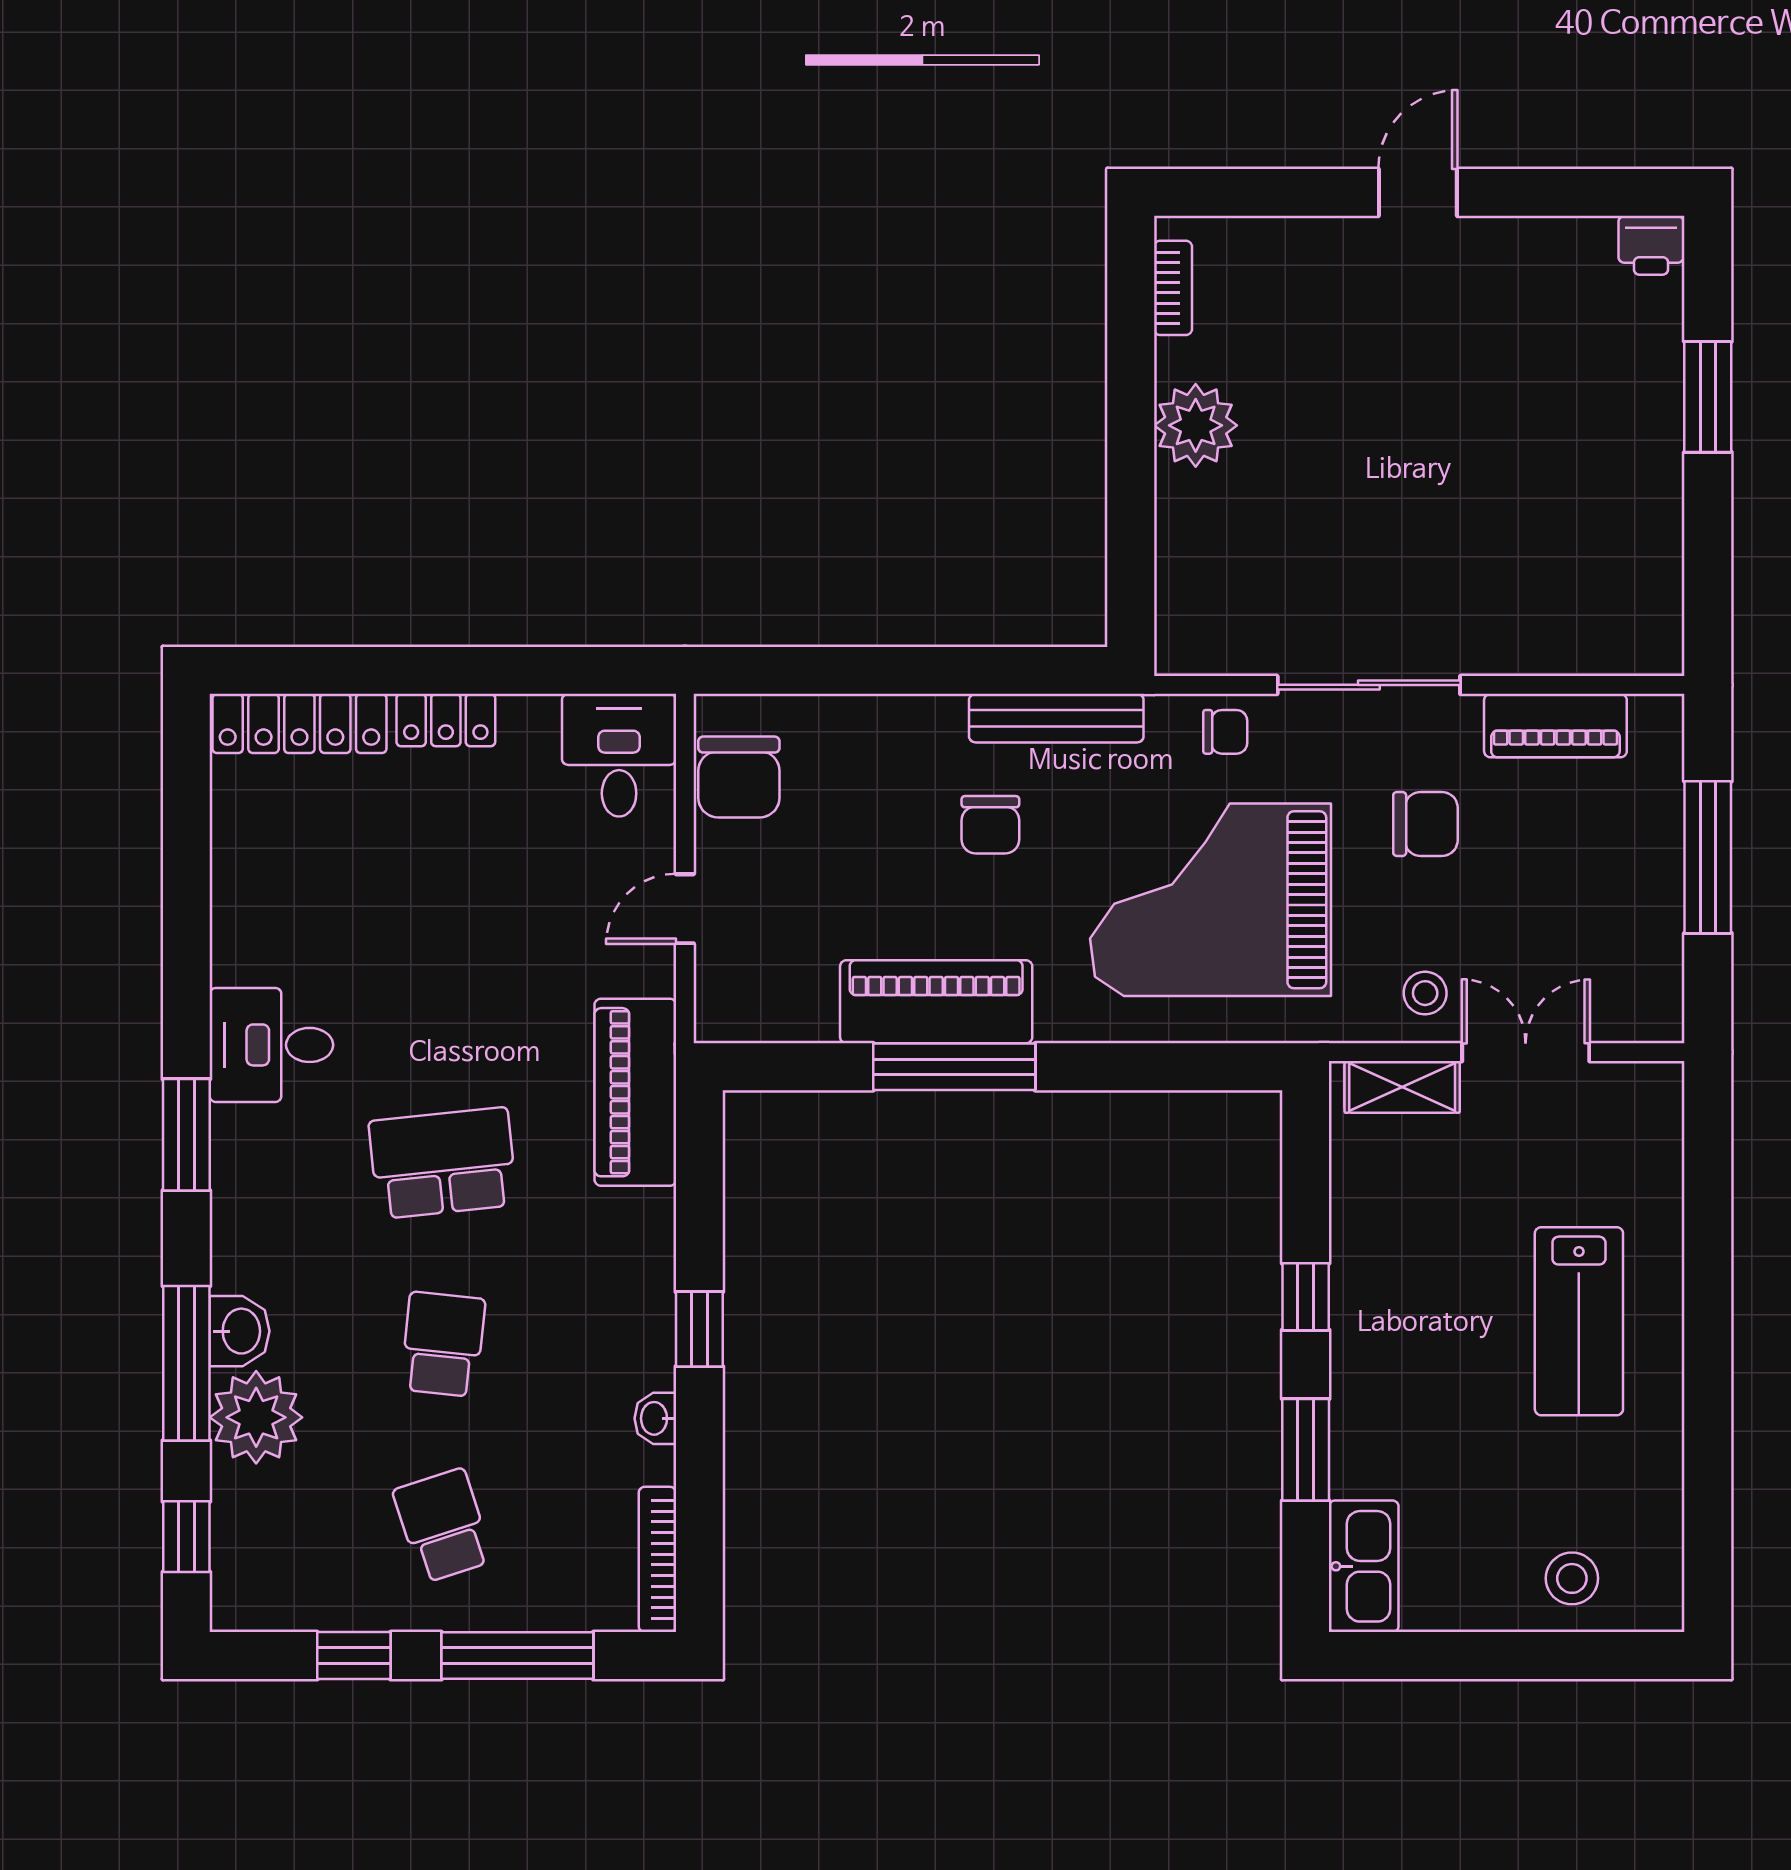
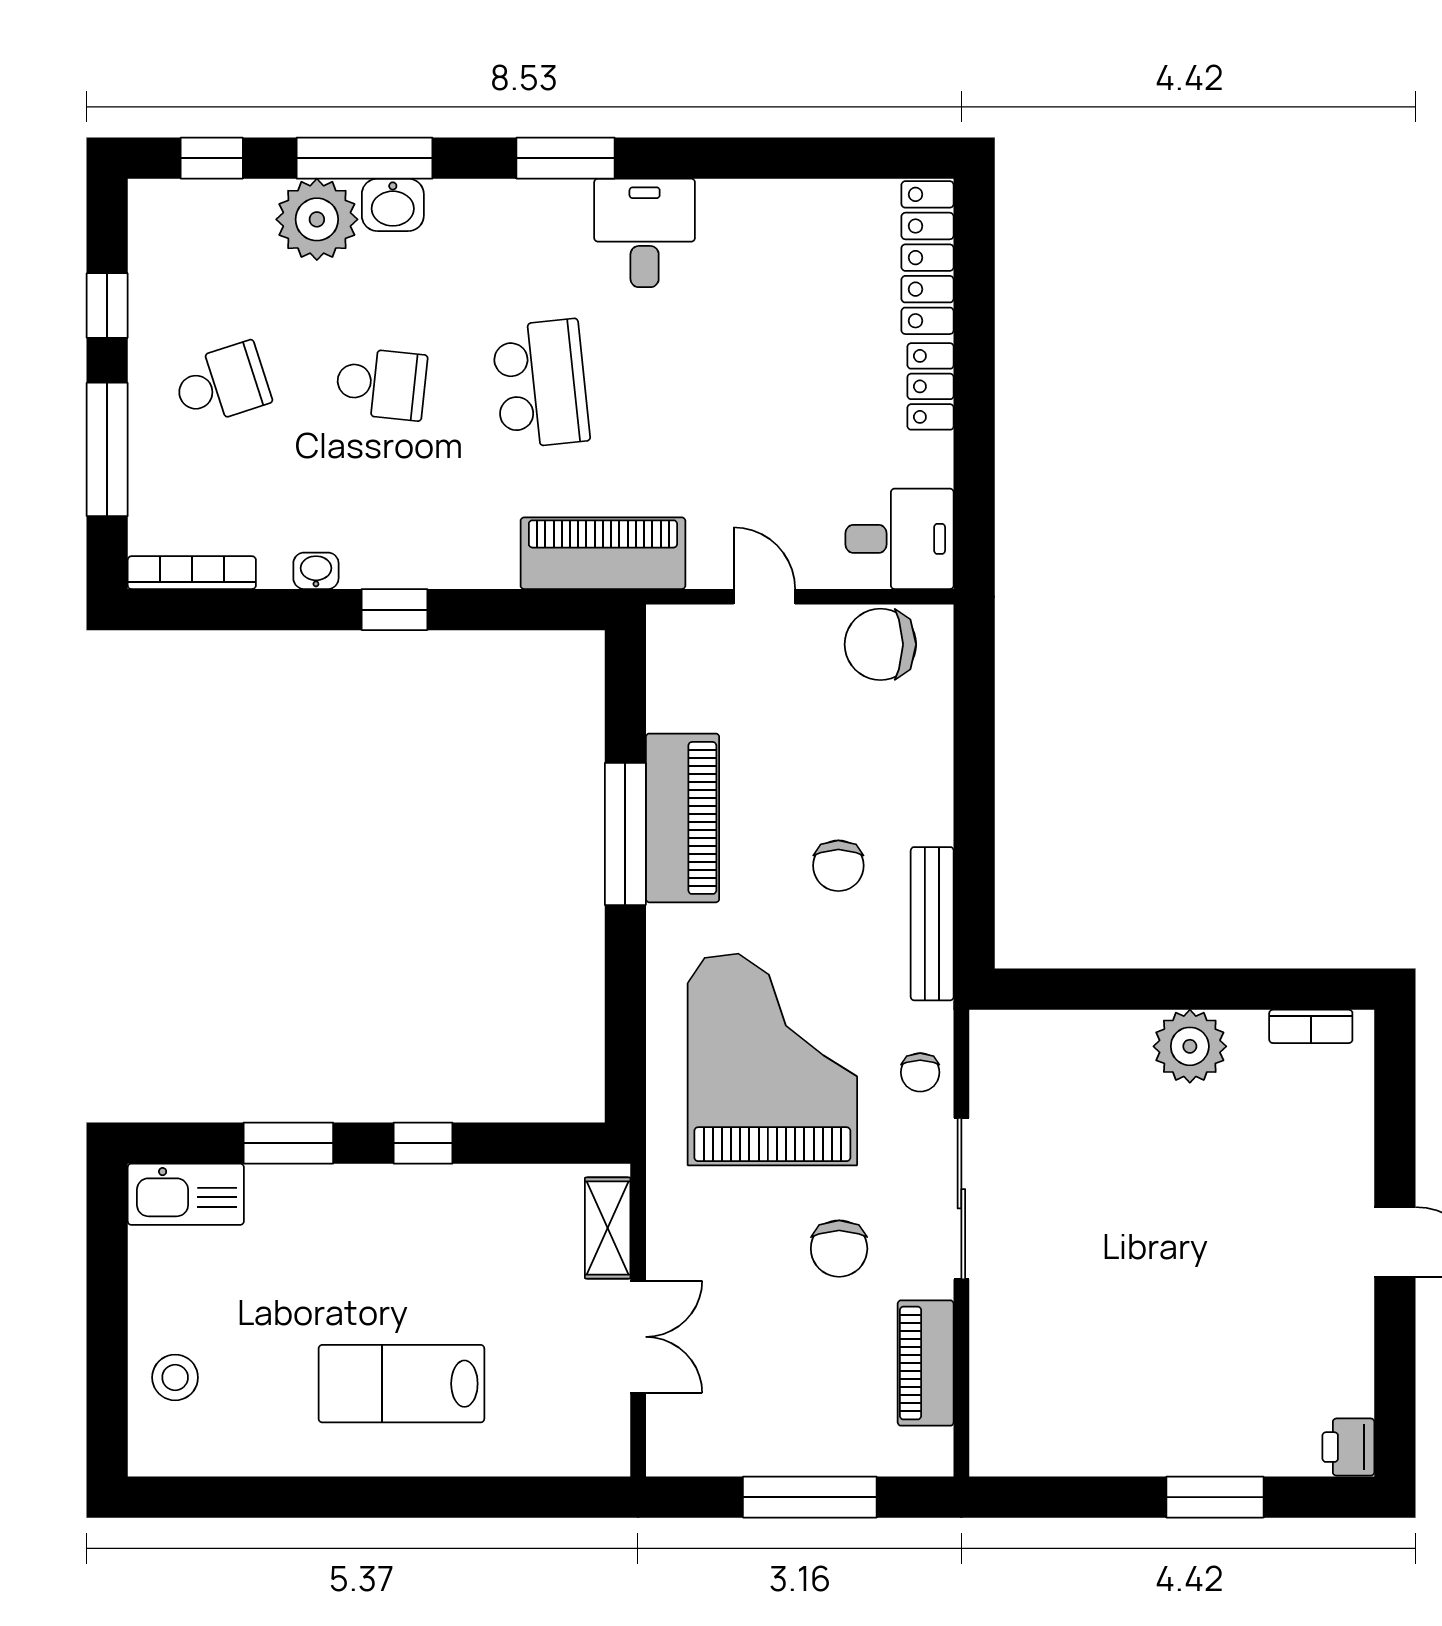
chair: (990, 825) -> (838, 866), turned -90
stool: (1425, 993) -> (690, 1248), removed

